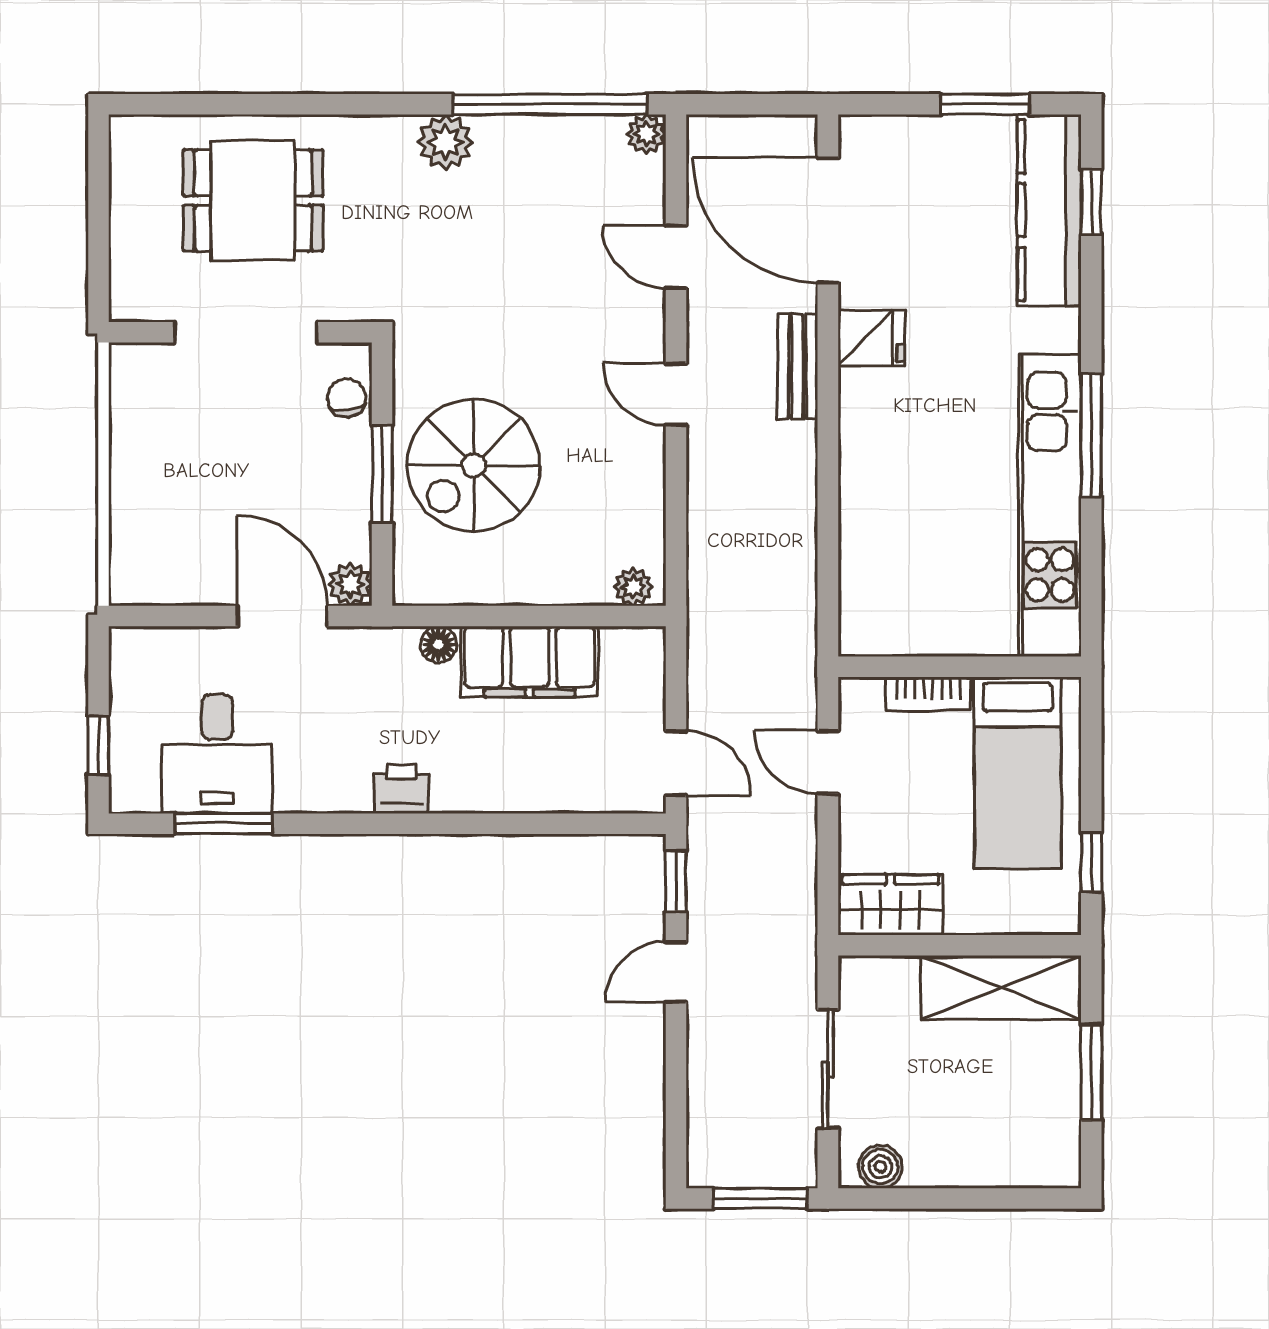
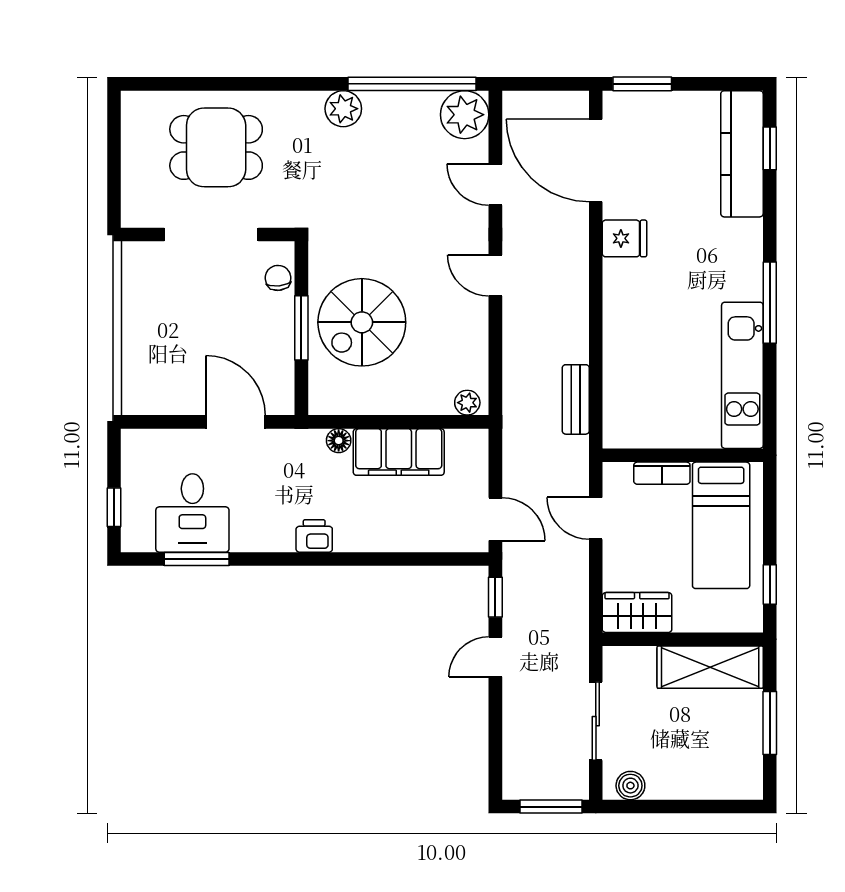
window: (985, 104) -> (642, 84), moved
plant: (646, 134) -> (465, 115), width x1.88, depth x1.88
bench: (798, 366) -> (576, 399), moved
kitchen unit: (1050, 505) -> (742, 375), width x0.73
plant: (350, 584) -> (280, 401), removed

